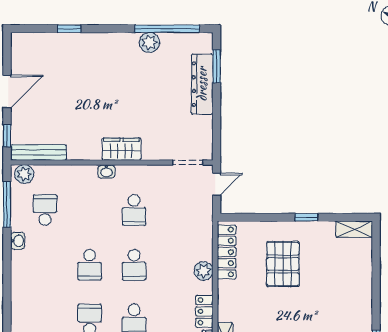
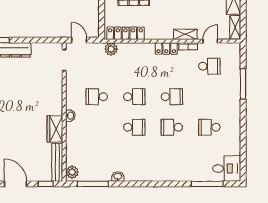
wardrobe: (121, 149) -> (55, 129), moved
school desk: (45, 210) -> (97, 158), removed
school desk: (134, 210) -> (97, 97), turned 180
plant: (204, 271) -> (111, 49), moved

